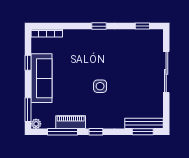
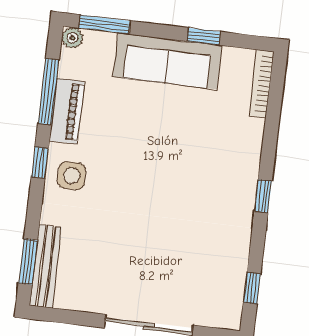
side table: (100, 86) -> (72, 176), moved

